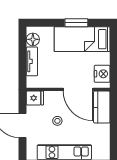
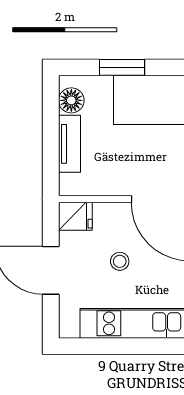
window: (76, 23) -> (122, 67), moved

